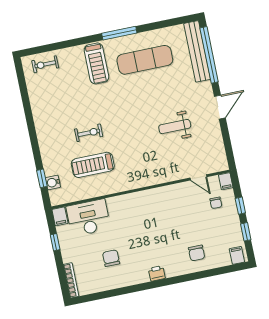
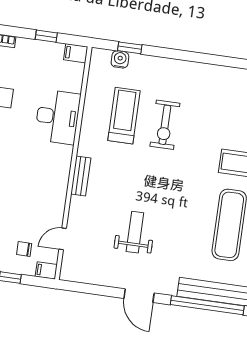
exercise bike: (89, 133) -> (165, 125), width x1.38, depth x1.39
bench: (148, 181) -> (81, 176), added
desk: (88, 218) -> (58, 117), moved

